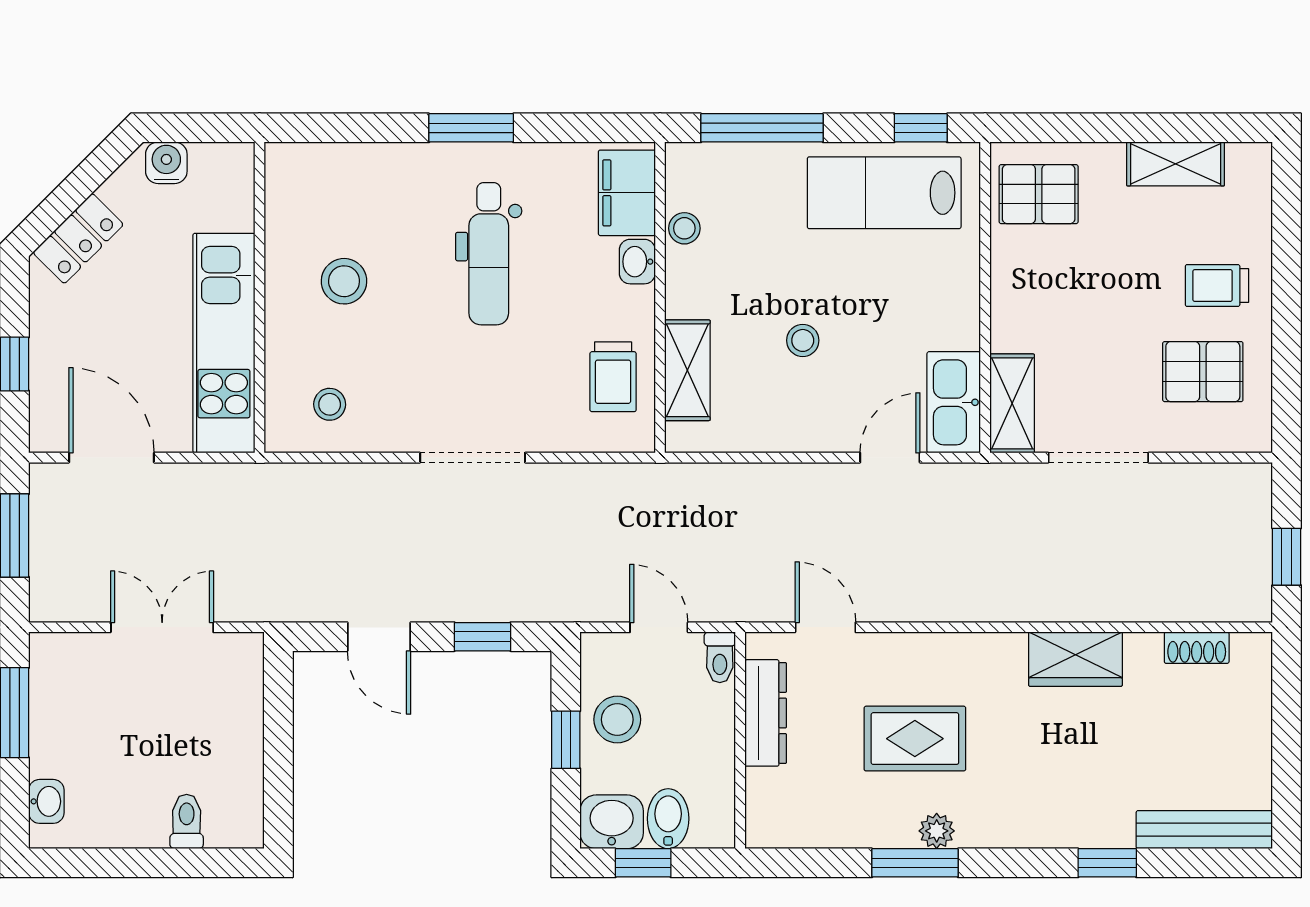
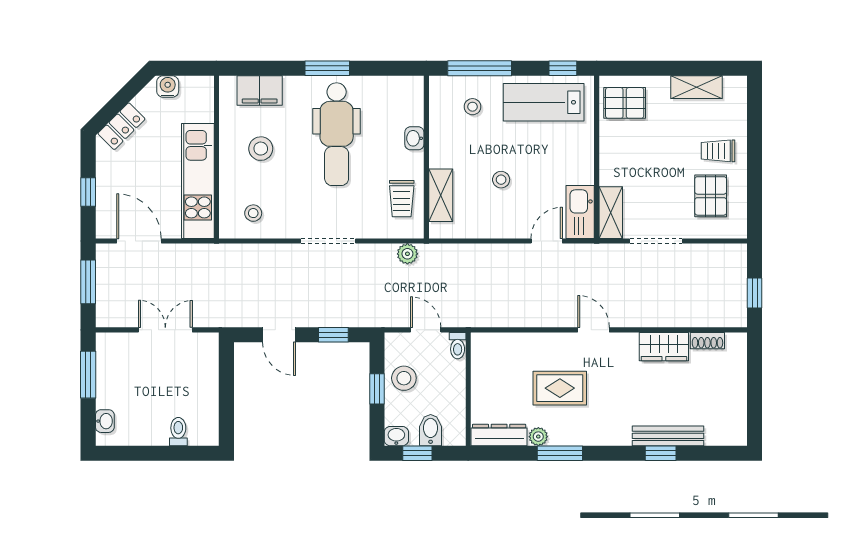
filing cabinet: (627, 193) -> (260, 91), moved, turned -90
stool: (684, 228) -> (472, 107), moved
dental chair: (489, 254) -> (337, 134), width x1.36, depth x1.38
pallet: (1203, 372) -> (711, 196), turned 90
plant: (624, 482) -> (407, 254), added
door: (825, 627) -> (594, 330), moved
wardrobe: (1075, 659) -> (664, 347), moved
dresser: (766, 713) -> (499, 435), moved, turned -90
washbasin: (612, 822) -> (396, 436), width x0.72, depth x0.69
bench: (1204, 830) -> (668, 436), moved
plant: (937, 831) -> (538, 437), moved

